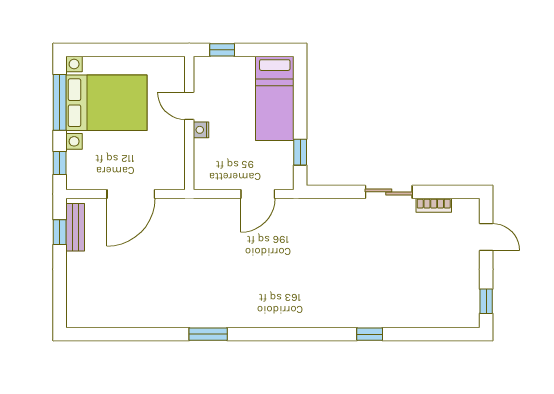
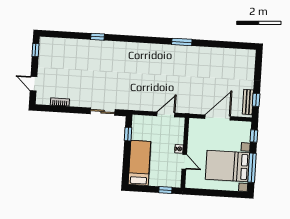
sliding door: (389, 192) -> (103, 112), moved
door: (258, 194) -> (166, 114), moved

